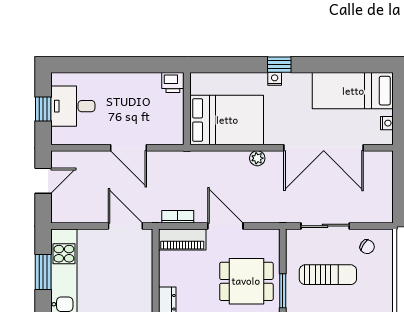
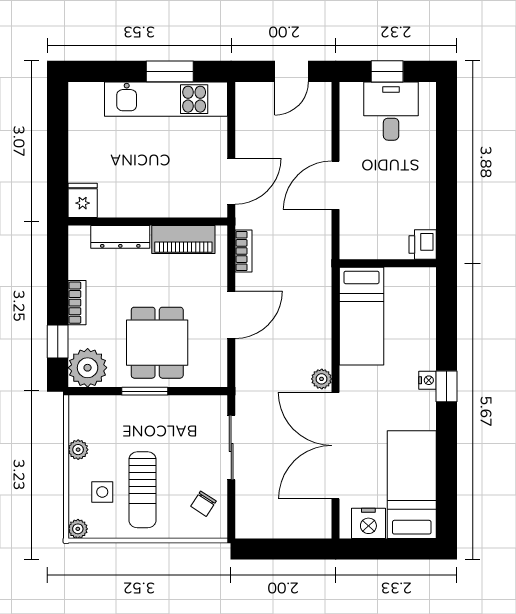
bed: (227, 120) -> (362, 316), width x0.67
nightstand: (387, 123) -> (368, 523), width x1.89, depth x1.79
plant: (257, 158) -> (322, 379), moved
door: (43, 181) -> (291, 71), hinge flipped
piano: (182, 239) -> (183, 240), moved, turned -90
sun lounger: (328, 275) -> (142, 490), moved

